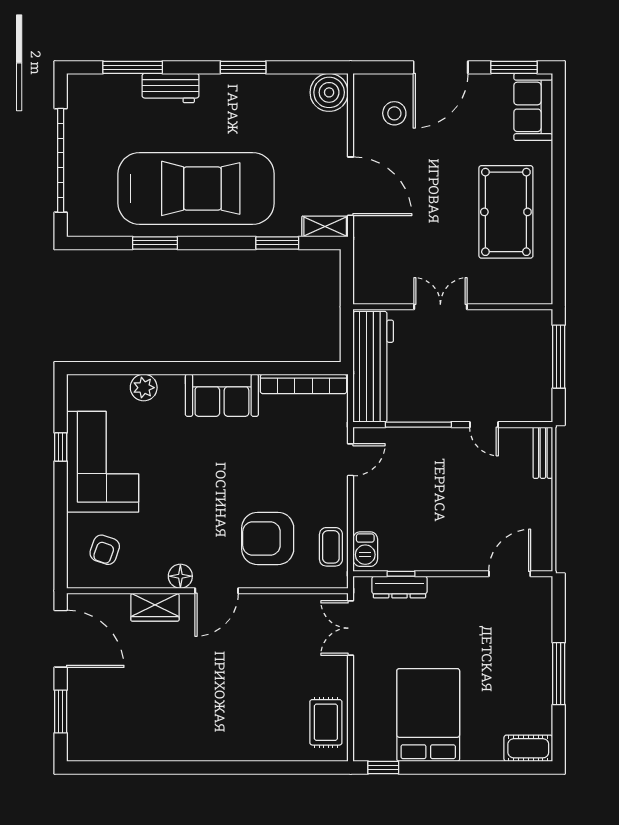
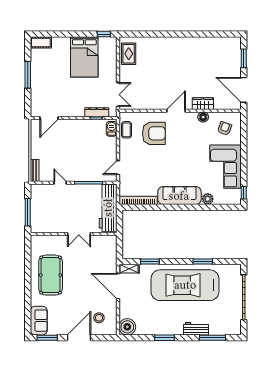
sofa: (222, 395) -> (179, 196), width x1.36
window: (61, 447) -> (244, 193), moved
floor lamp: (180, 576) -> (203, 117), moved

